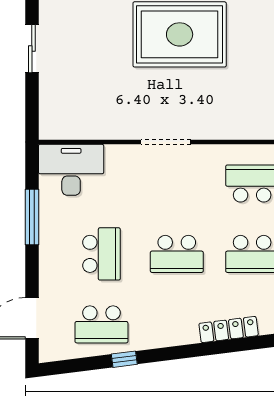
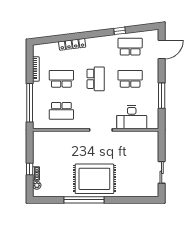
desk: (71, 170) -> (132, 117), moved
school desk: (101, 254) -> (130, 79), turned 90
school desk: (177, 254) -> (96, 79), turned 90

